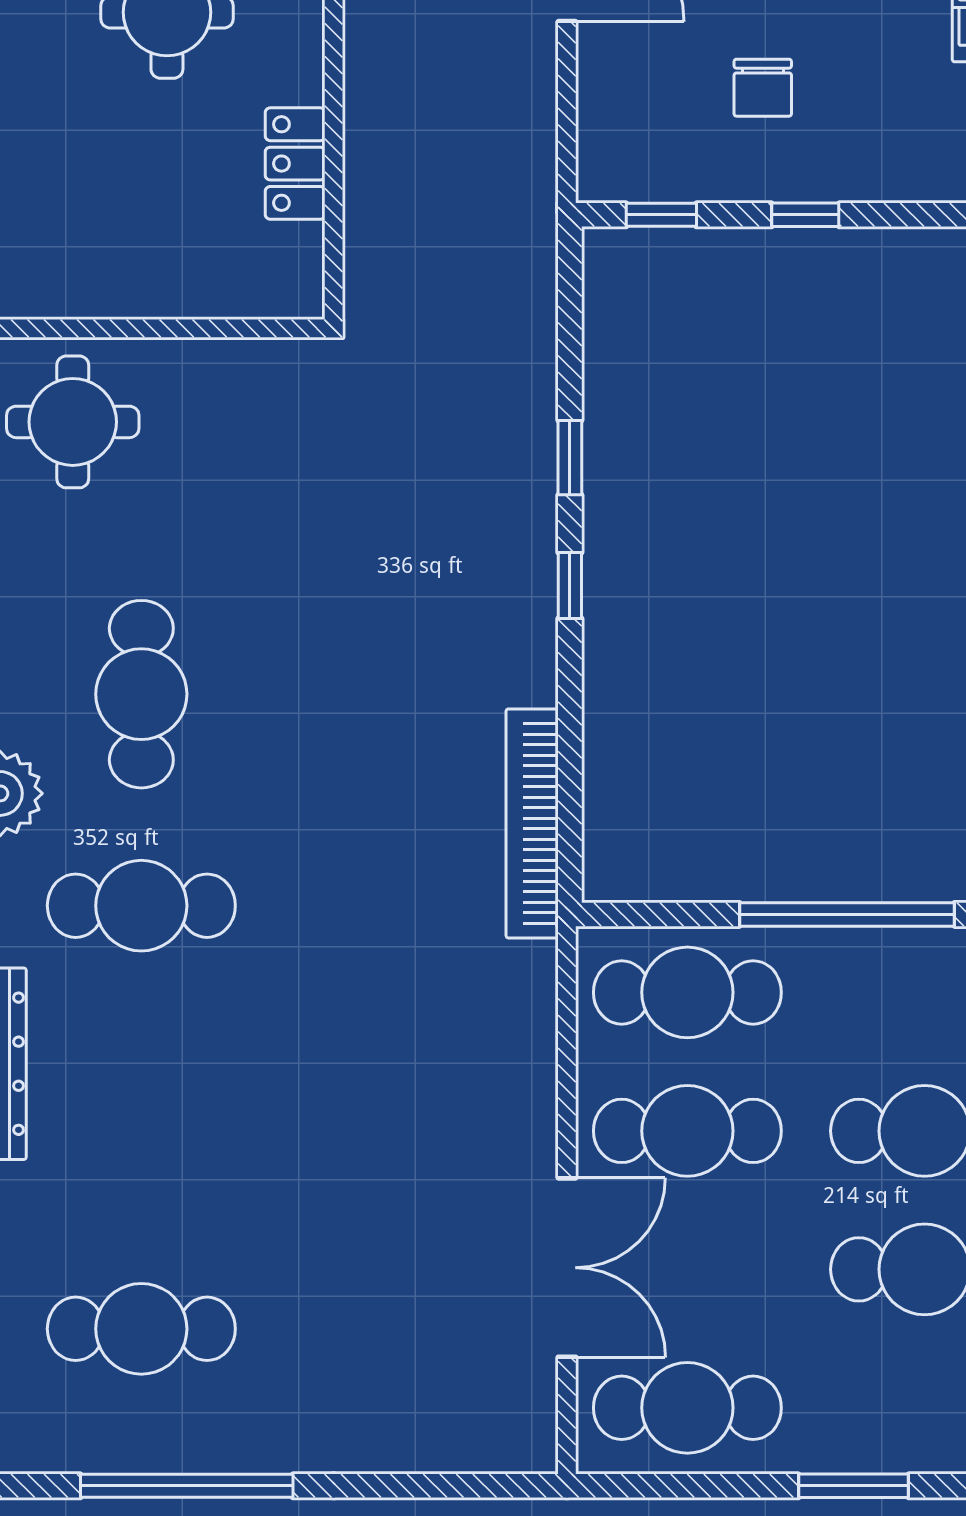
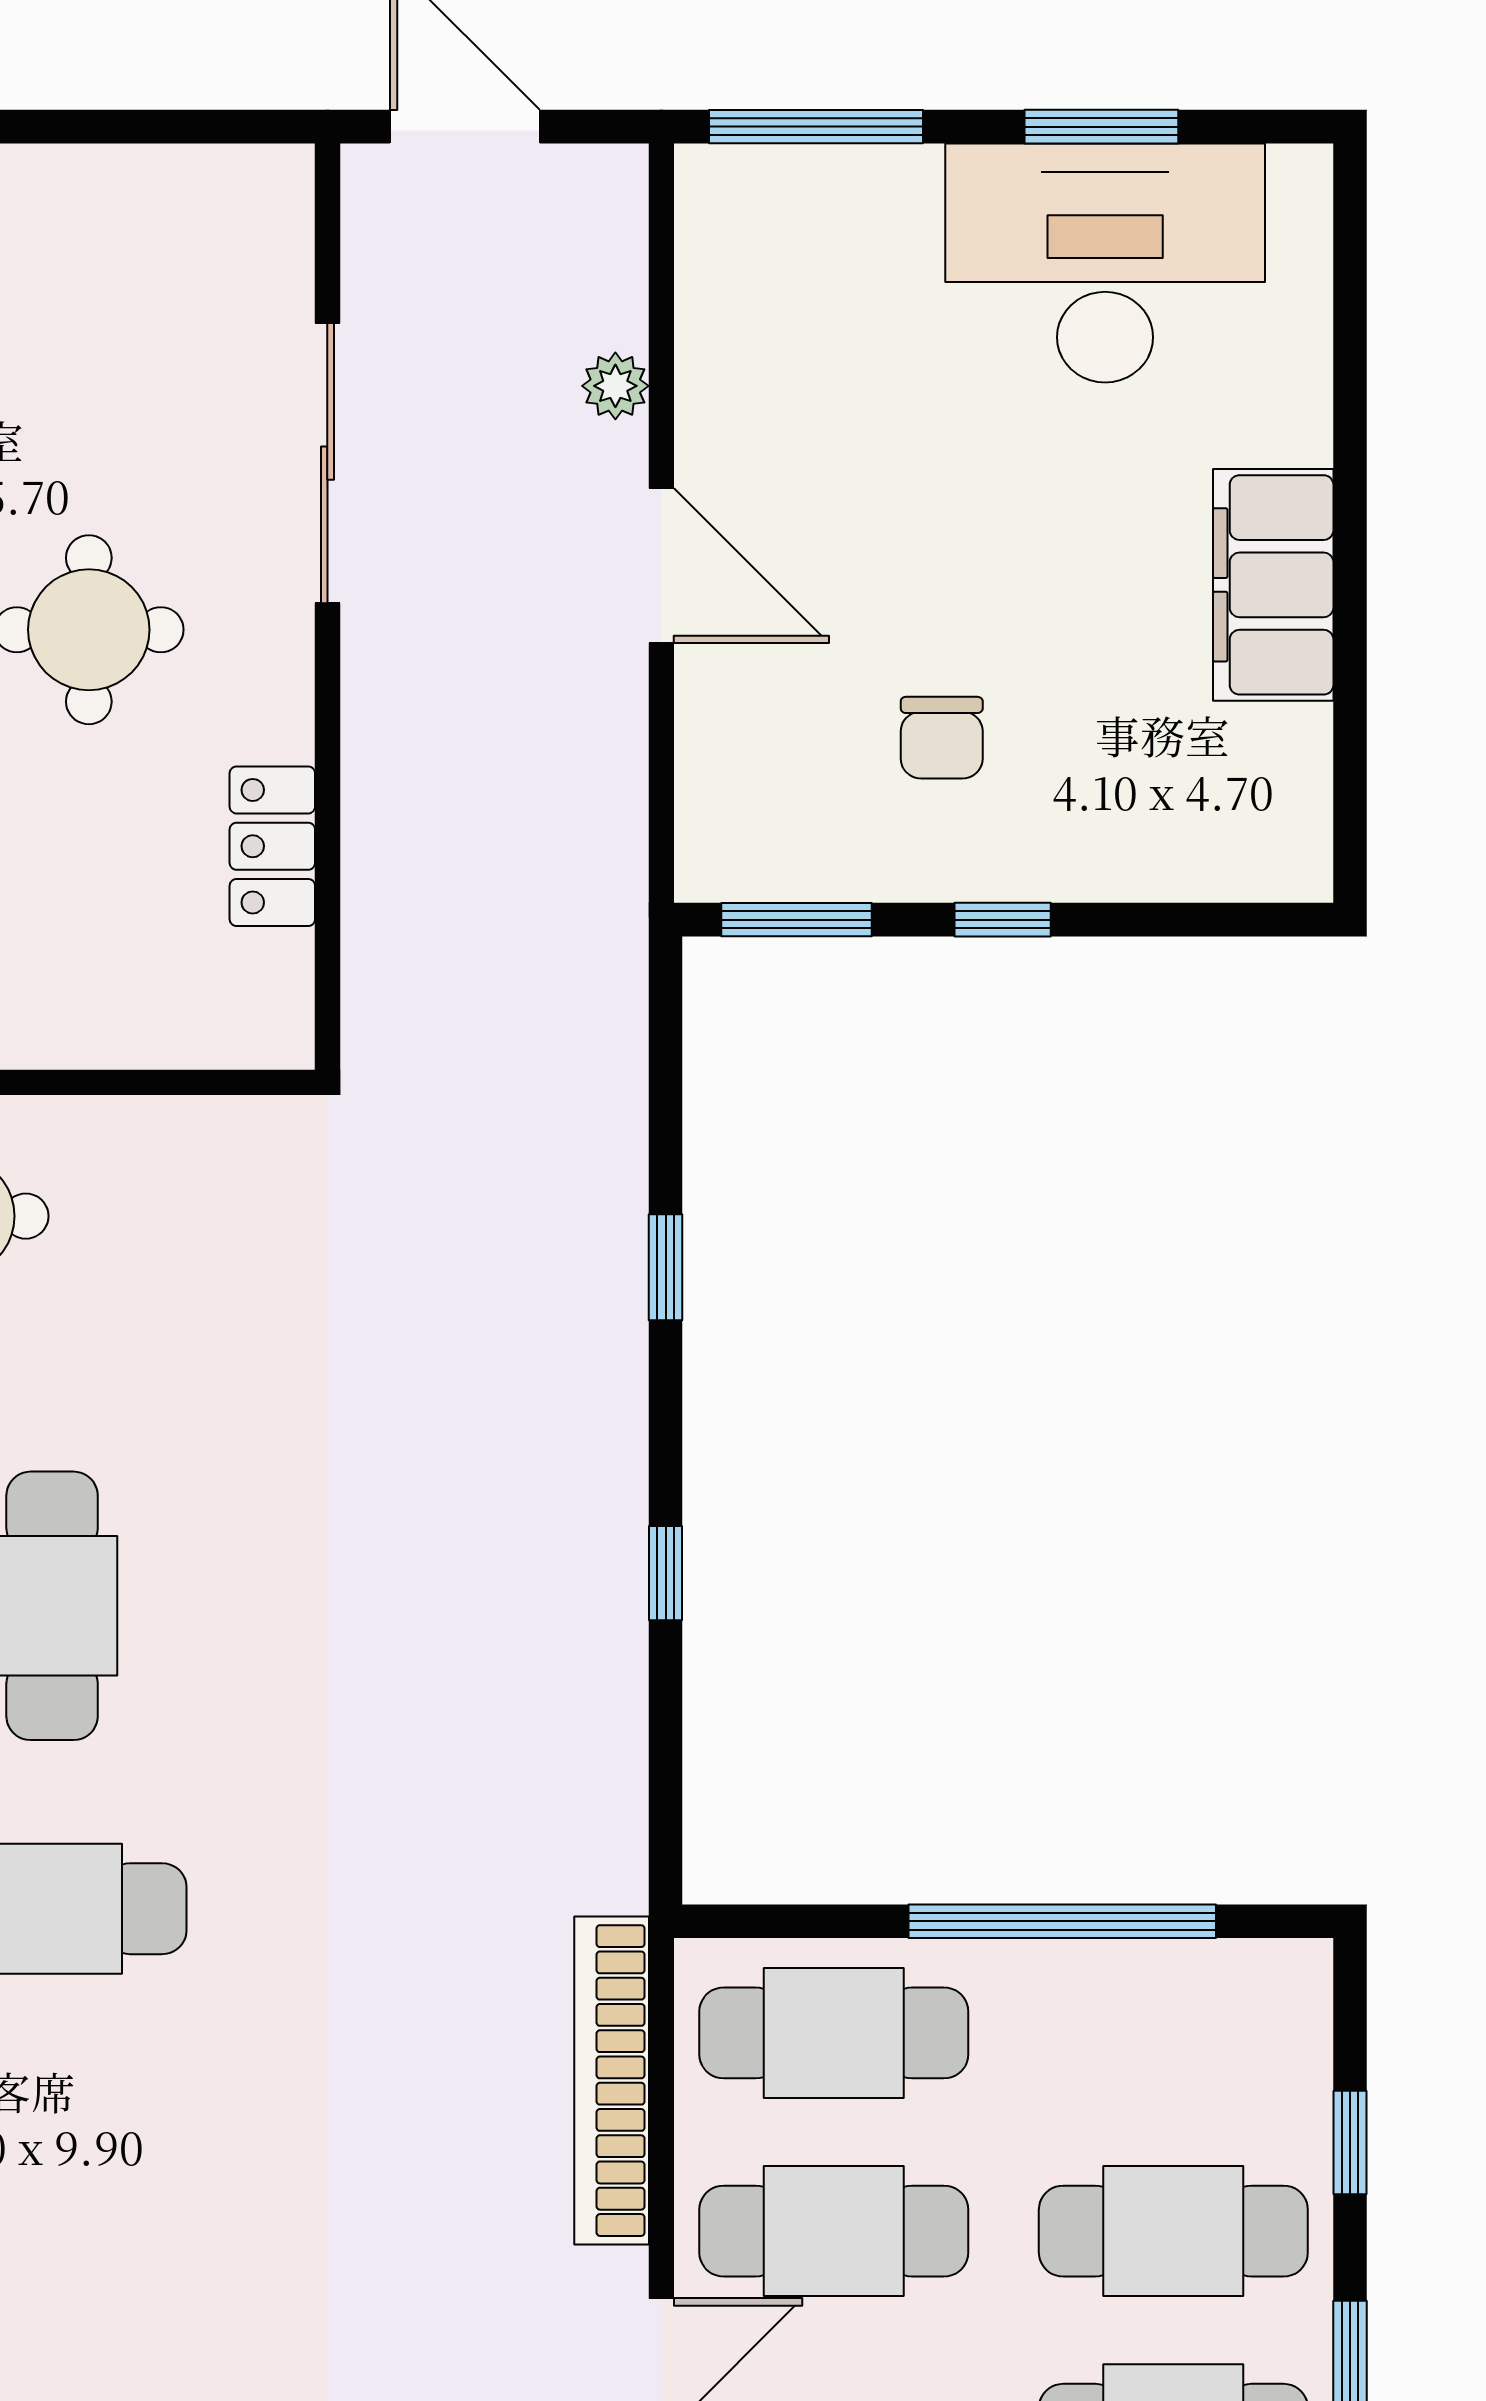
window: (661, 215) -> (796, 920), width x1.50
window: (570, 585) -> (666, 1573), moved
bookcase: (532, 823) -> (612, 2081), moved

